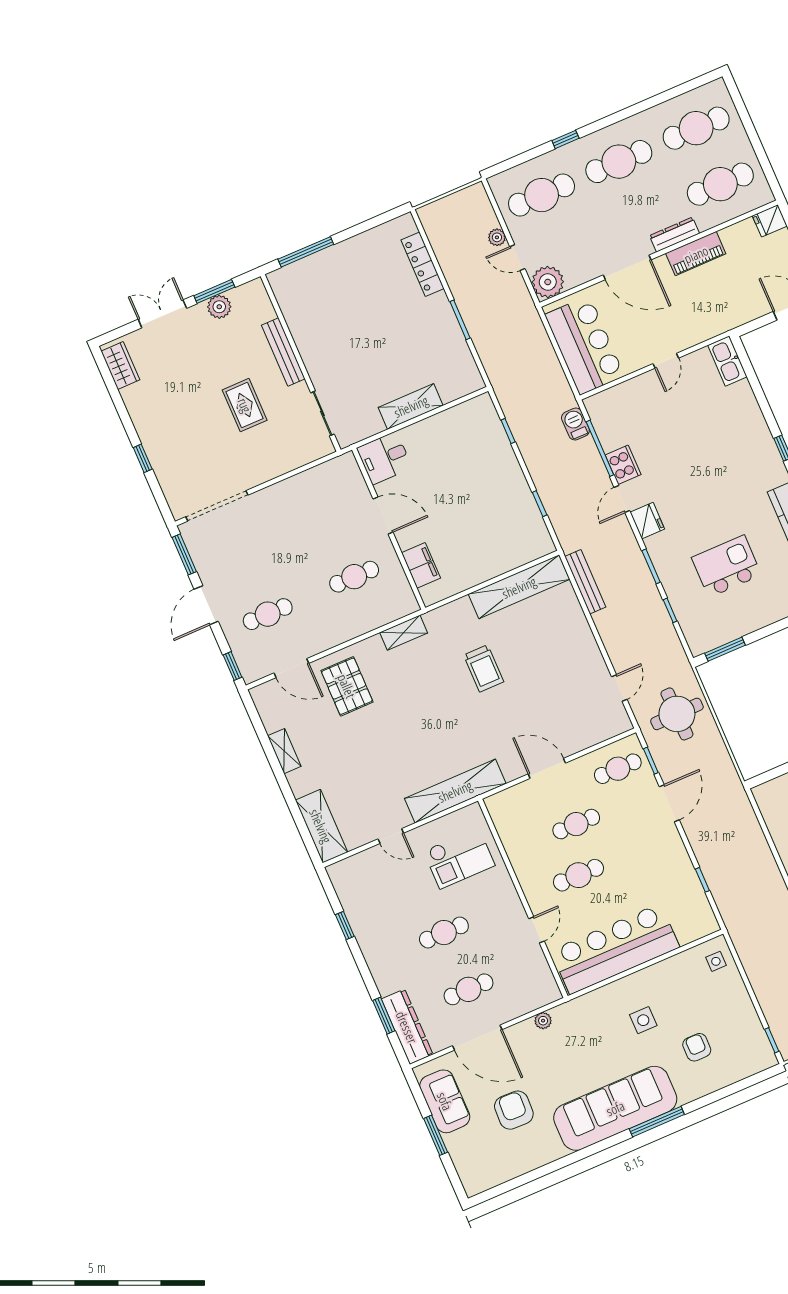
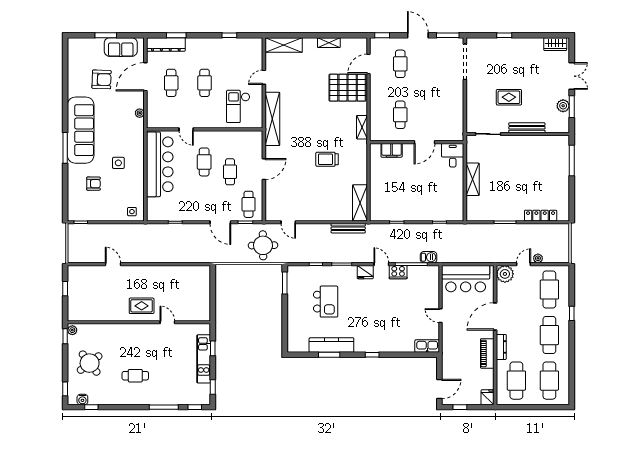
shelving: (519, 587) -> (360, 203), width x0.68
pallet: (347, 686) -> (348, 88), width x1.37, depth x1.41

